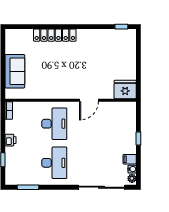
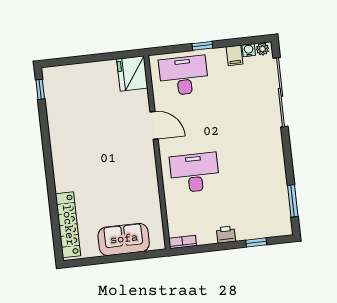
locker: (55, 35) -> (68, 225), moved
desk: (54, 163) -> (184, 76), moved

